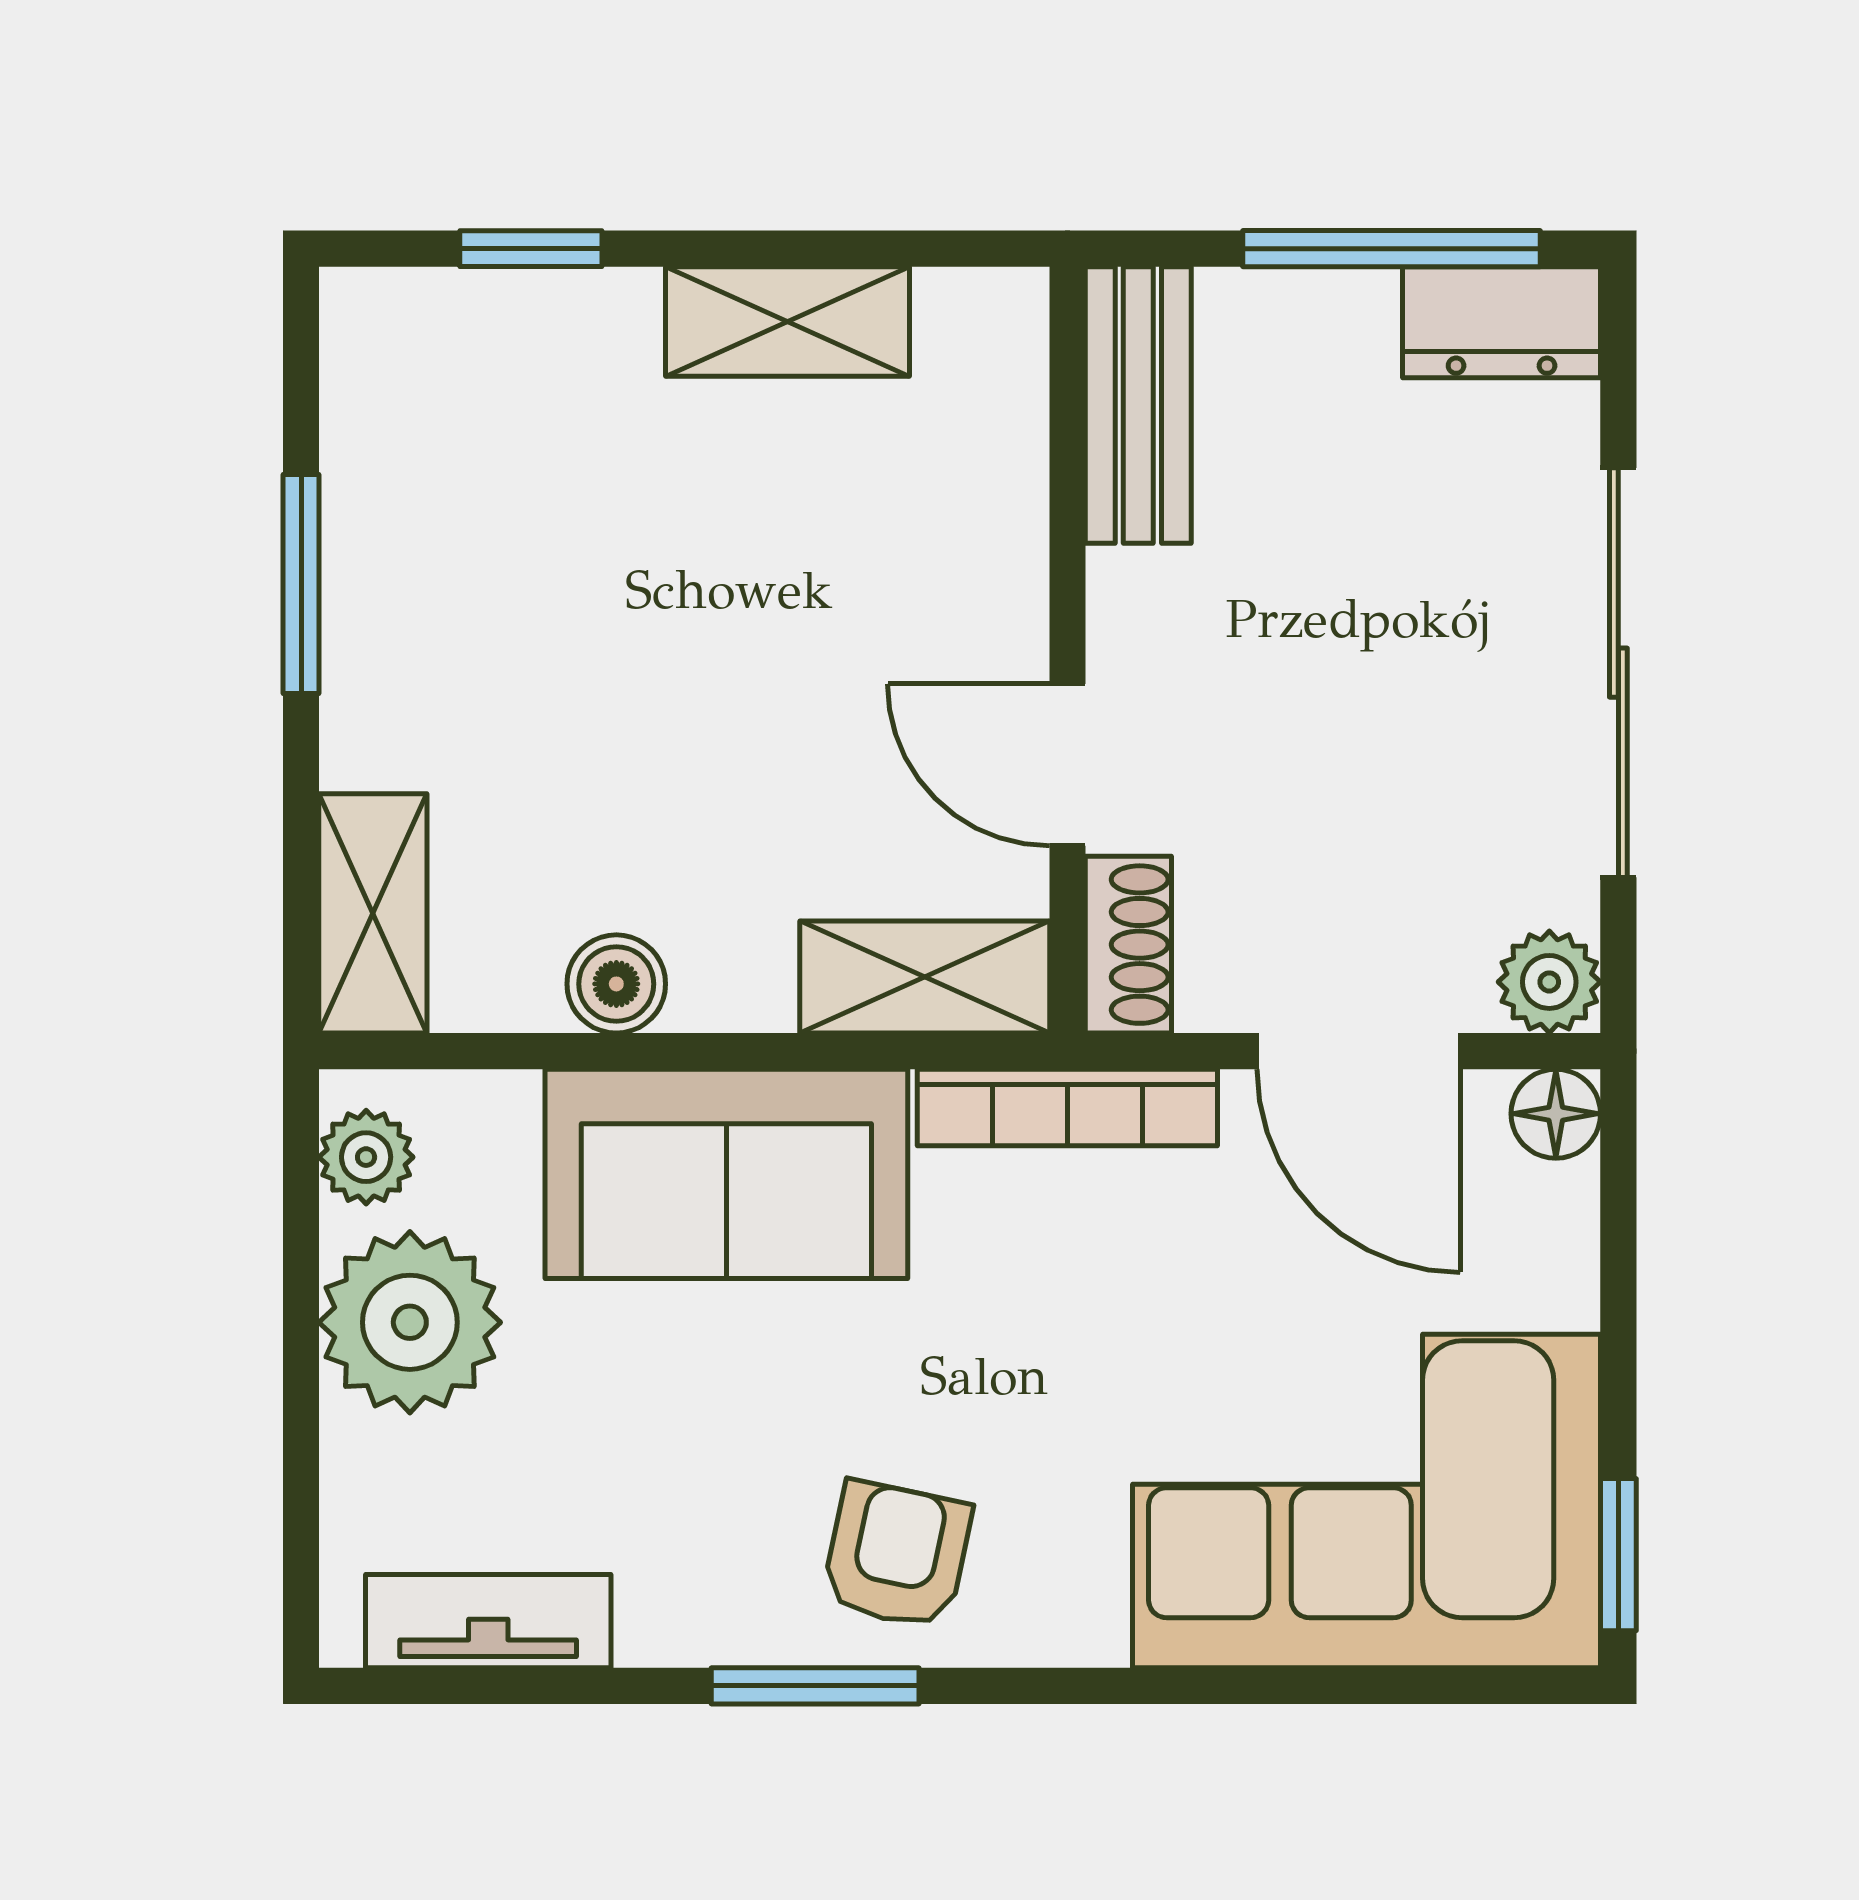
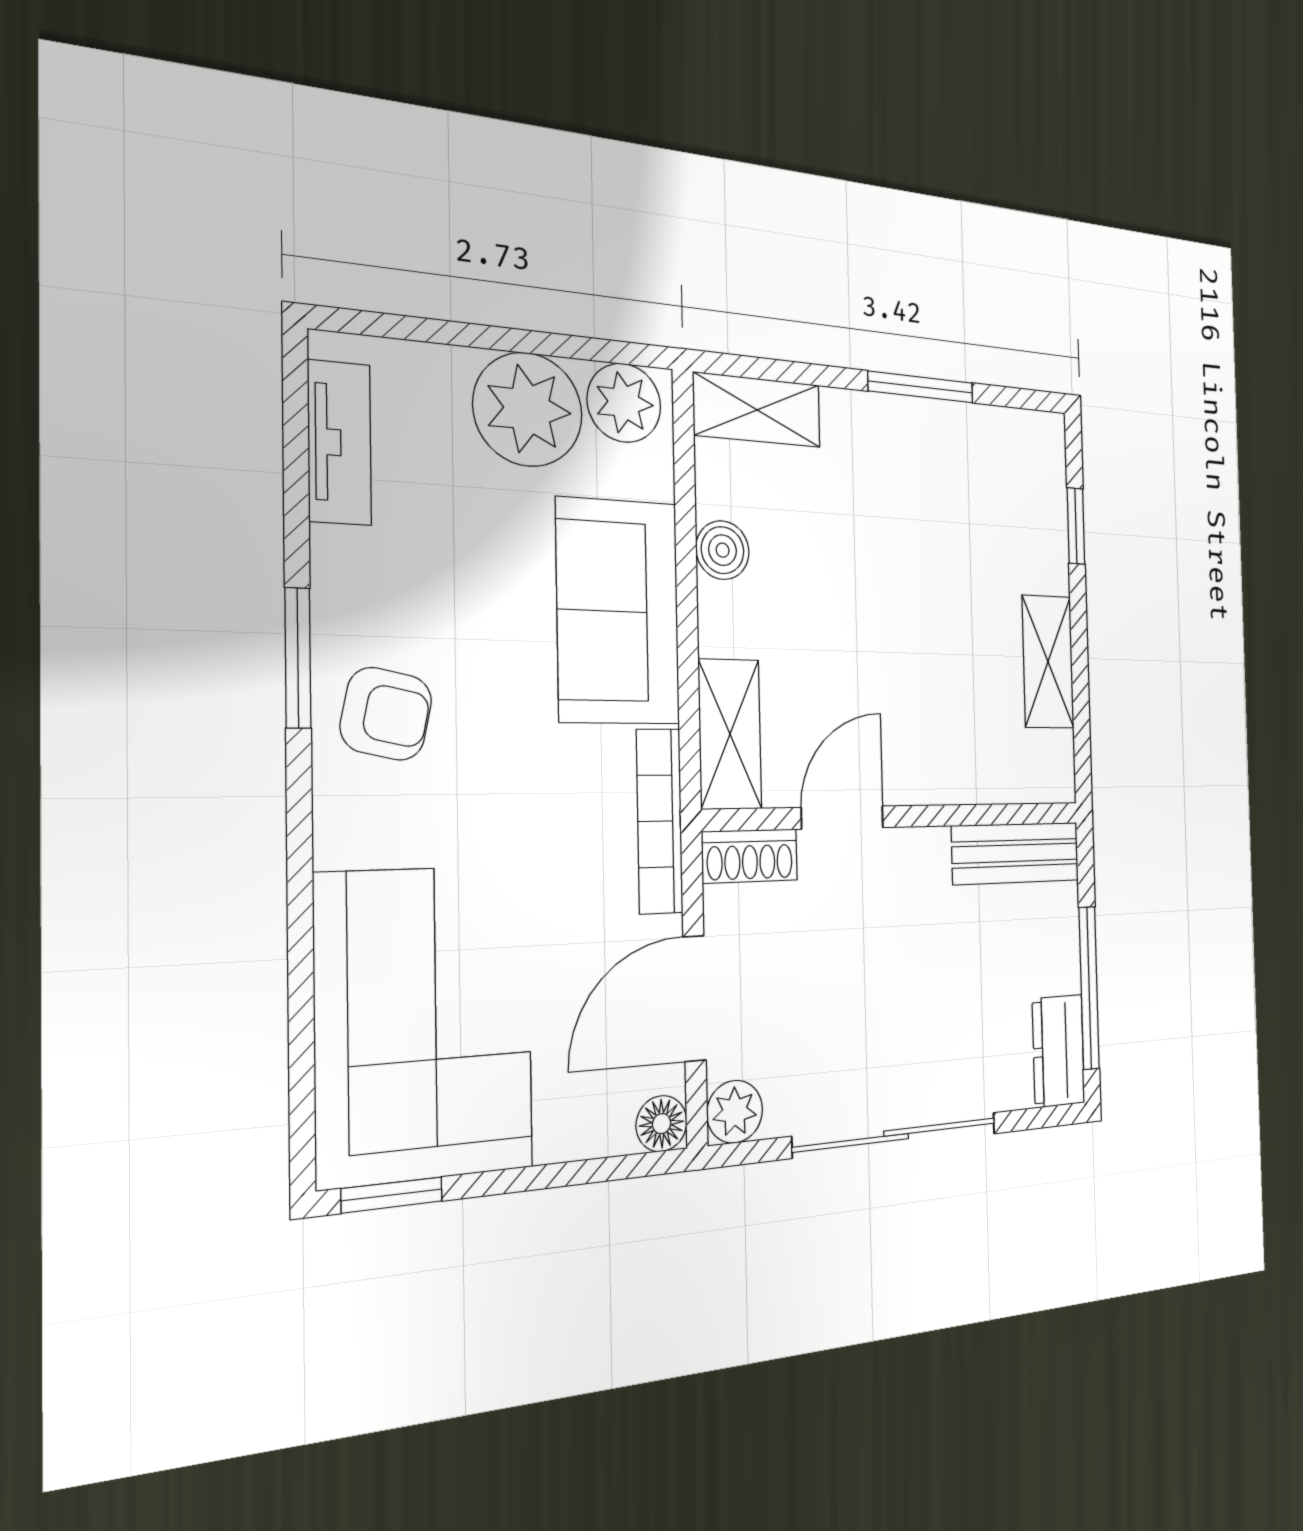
plant: (366, 1157) -> (624, 403), width x1.38, depth x1.38

